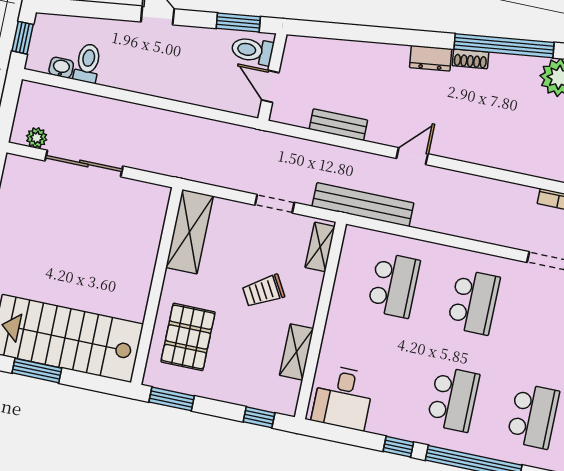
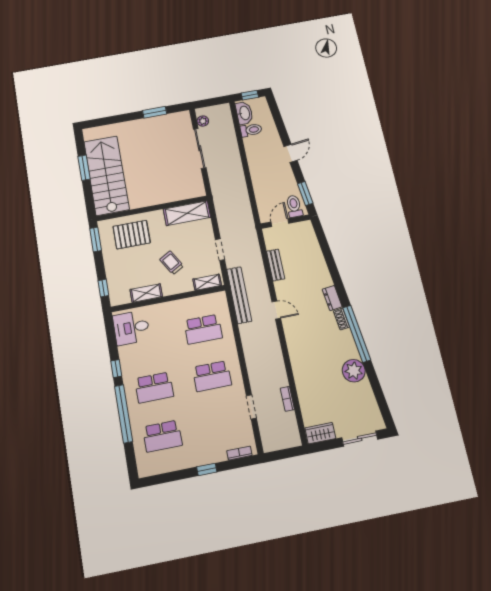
washbasin: (61, 68) -> (244, 113), width x1.91, depth x1.45

